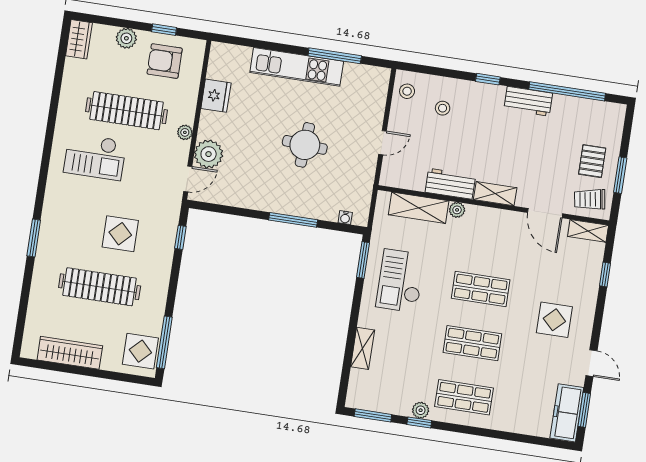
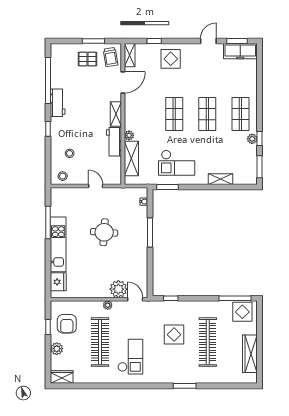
fridge: (216, 96) -> (58, 282), moved, turned 90
display table: (554, 320) -> (171, 59), moved

